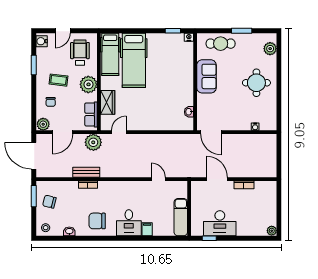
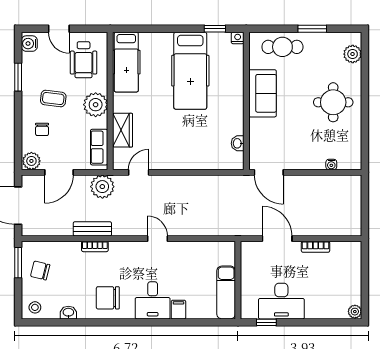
door: (63, 31) -> (59, 29), hinge flipped
wheelchair: (80, 53) -> (84, 60), turned 180
hospital bed: (134, 60) -> (190, 71), moved
door: (158, 179) -> (158, 239), moved

